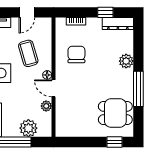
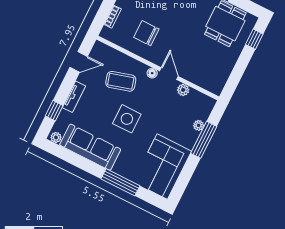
door: (27, 12) -> (79, 62), hinge flipped
door: (53, 88) -> (169, 74), swing flipped
plant: (28, 128) -> (199, 125), width x0.53, depth x0.53

